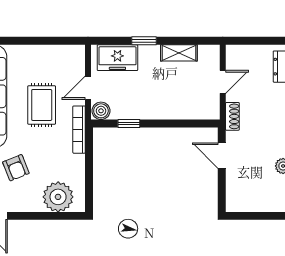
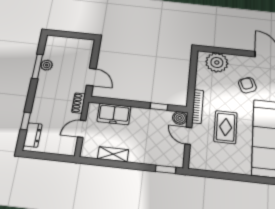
window: (144, 41) -> (166, 169), moved
freezer: (117, 58) -> (114, 114), moved, turned 180
door: (88, 88) -> (188, 136), swing flipped

